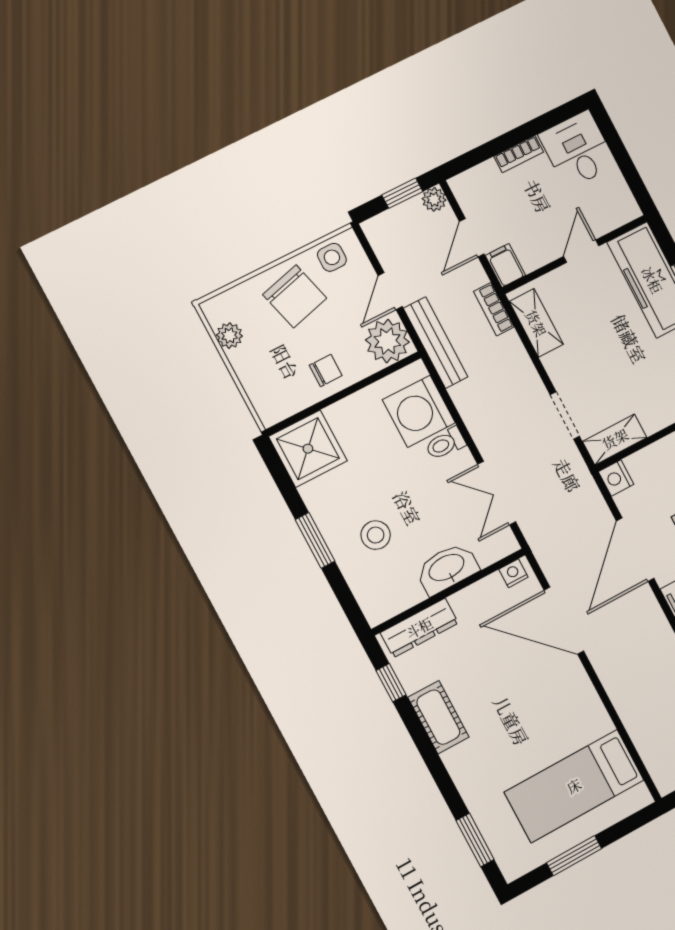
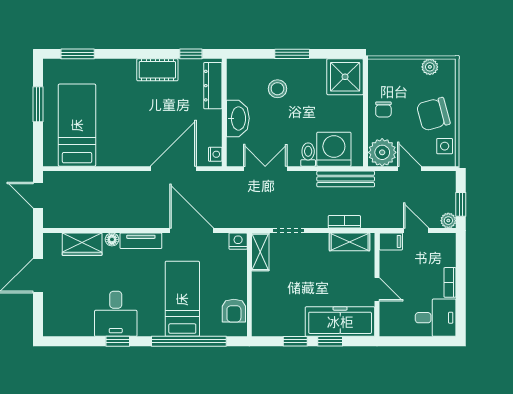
bookcase: (494, 309) -> (344, 222), moved
bench: (436, 343) -> (346, 179), moved

